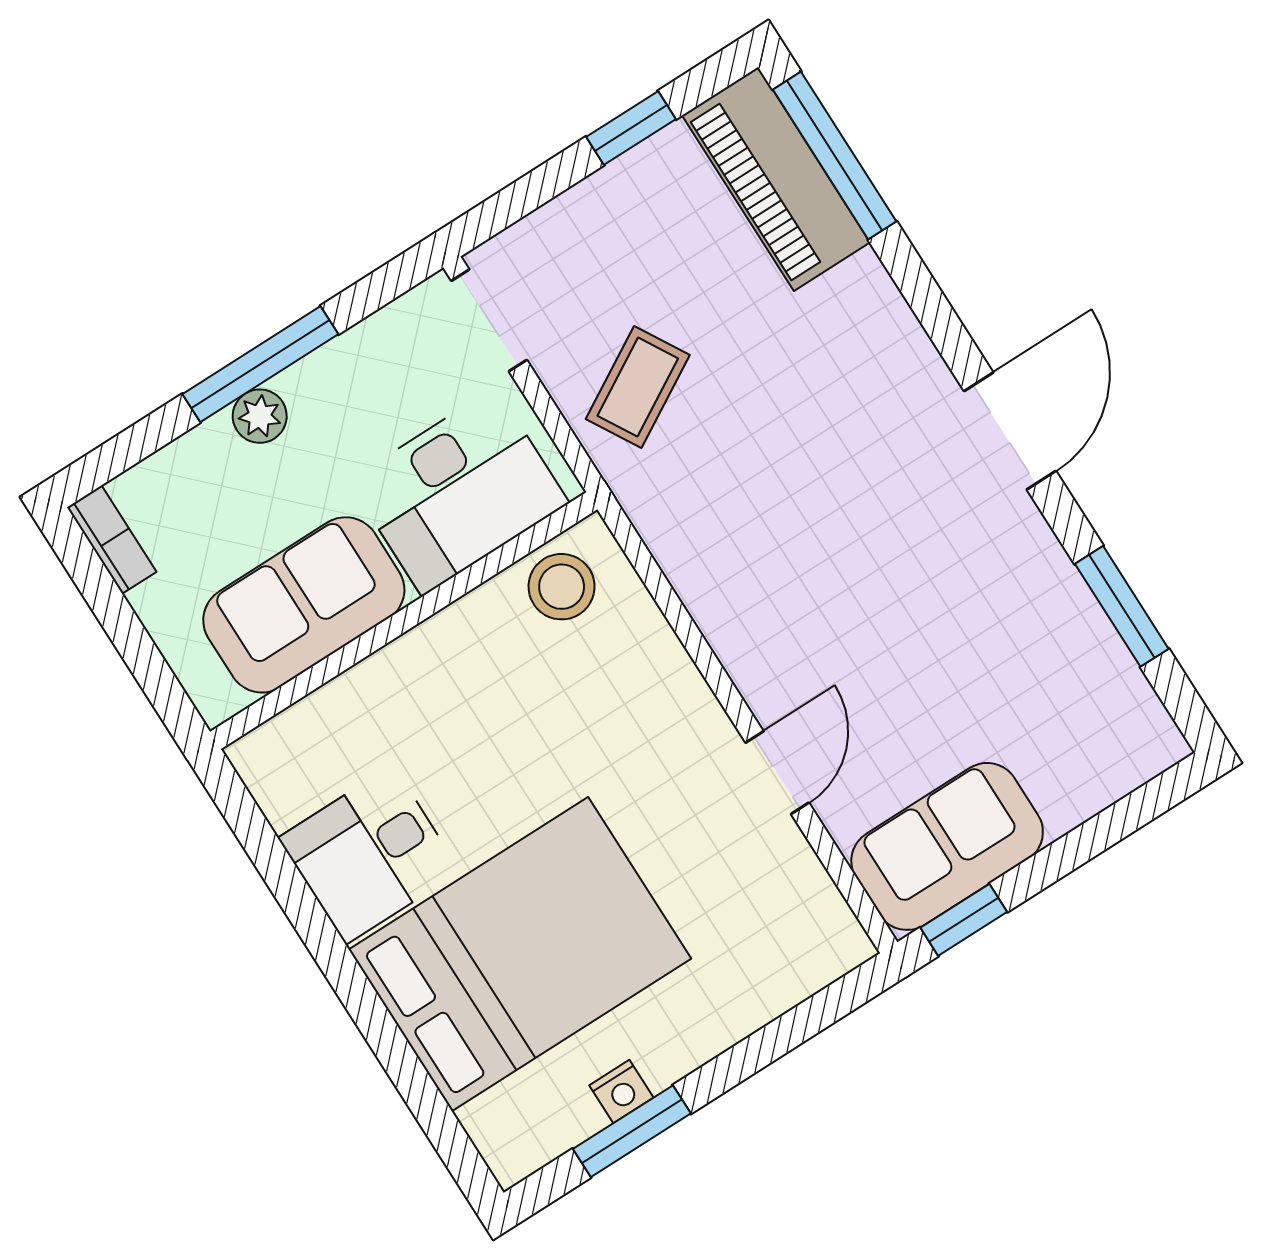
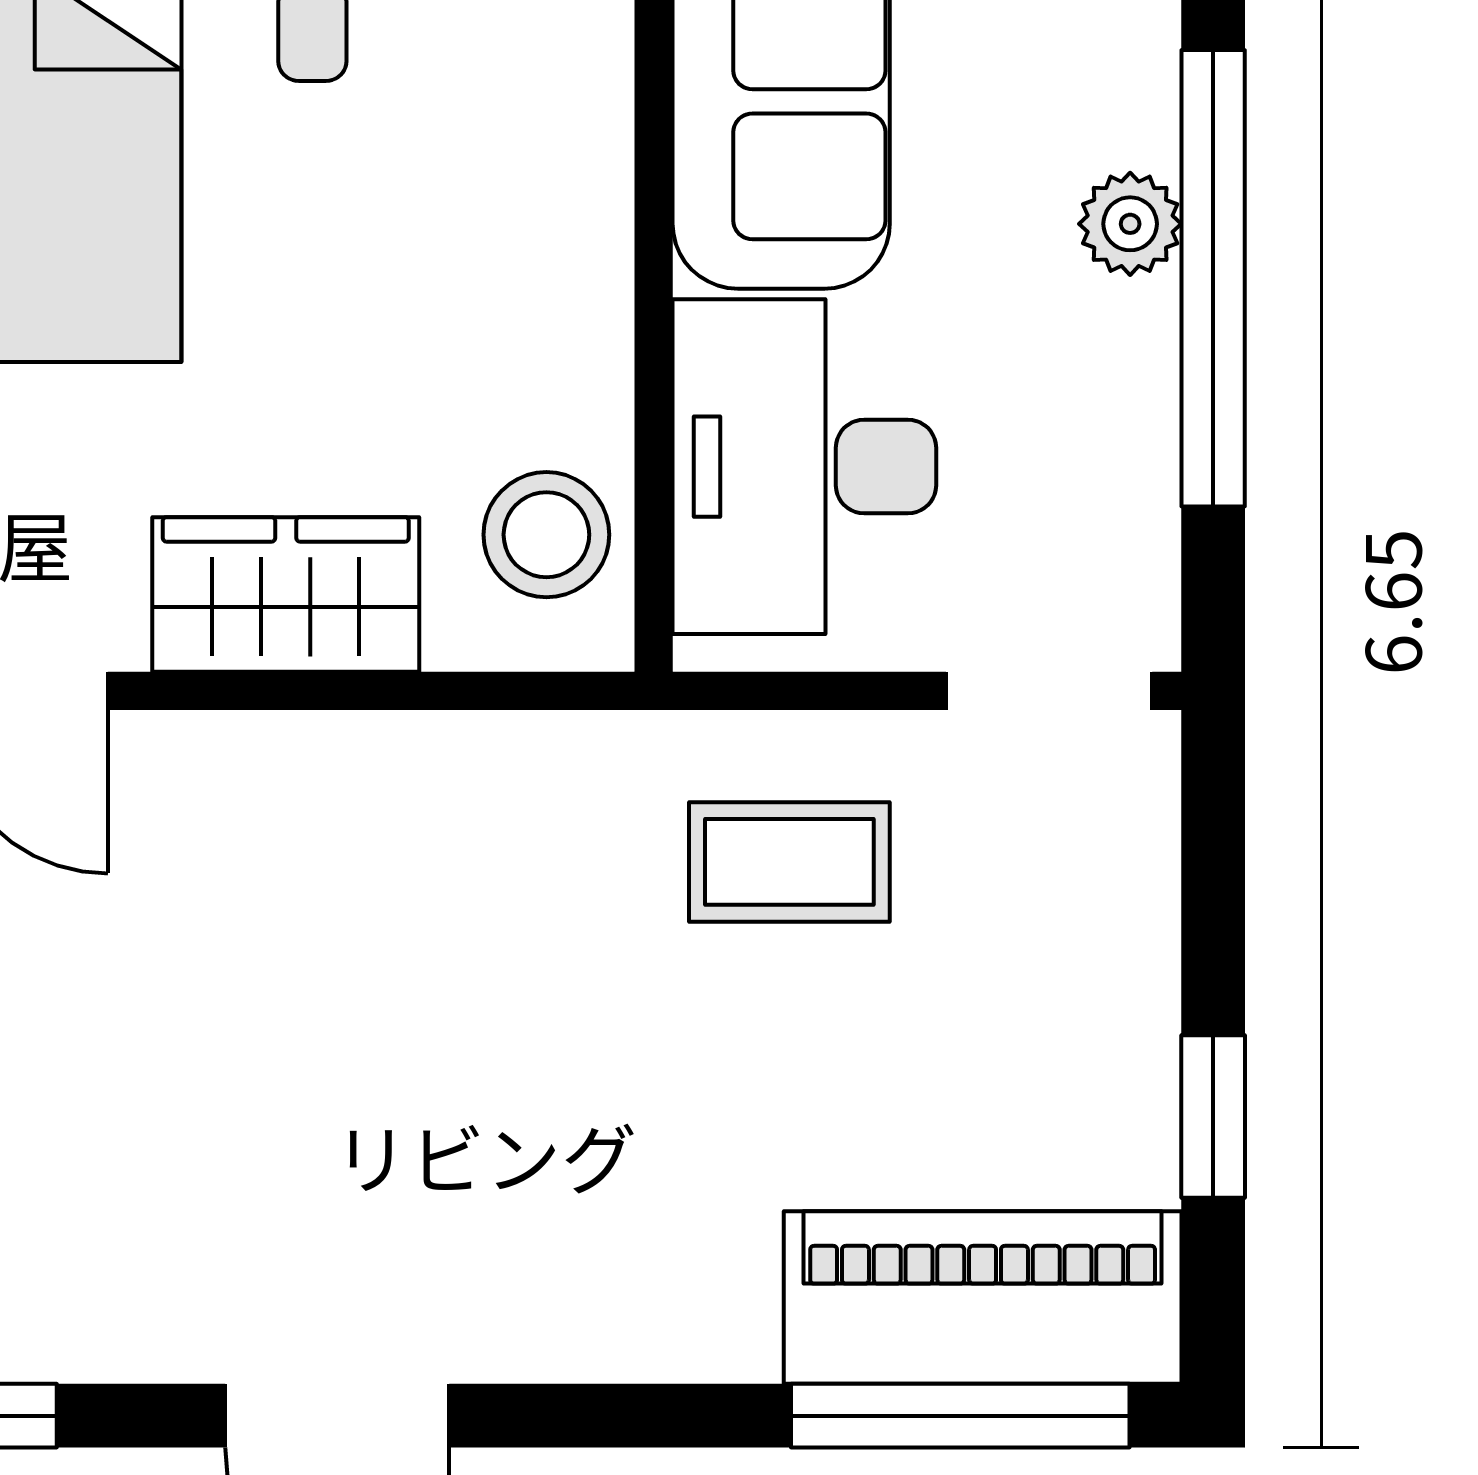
window: (260, 364) -> (1213, 278), width x1.46
coffee table: (638, 387) -> (789, 862), turned -60
wardrobe: (661, 685) -> (286, 594), added

